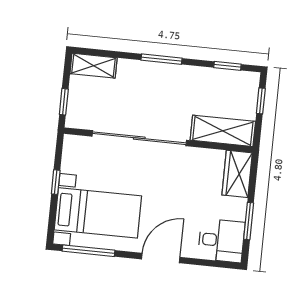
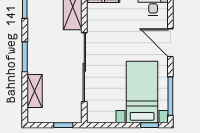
shelving: (94, 66) -> (35, 91), moved
window: (56, 182) -> (150, 125), moved

